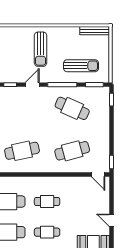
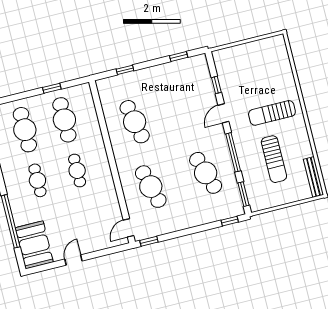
sun lounger: (81, 66) -> (274, 159), moved
door: (32, 85) -> (223, 113), swing flipped
cafe table: (72, 108) -> (206, 173), turned -42

